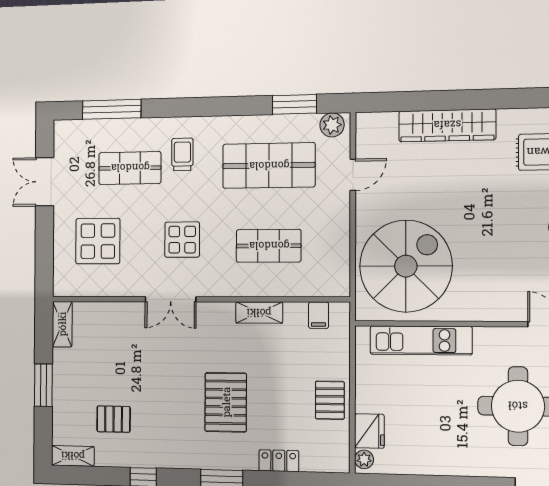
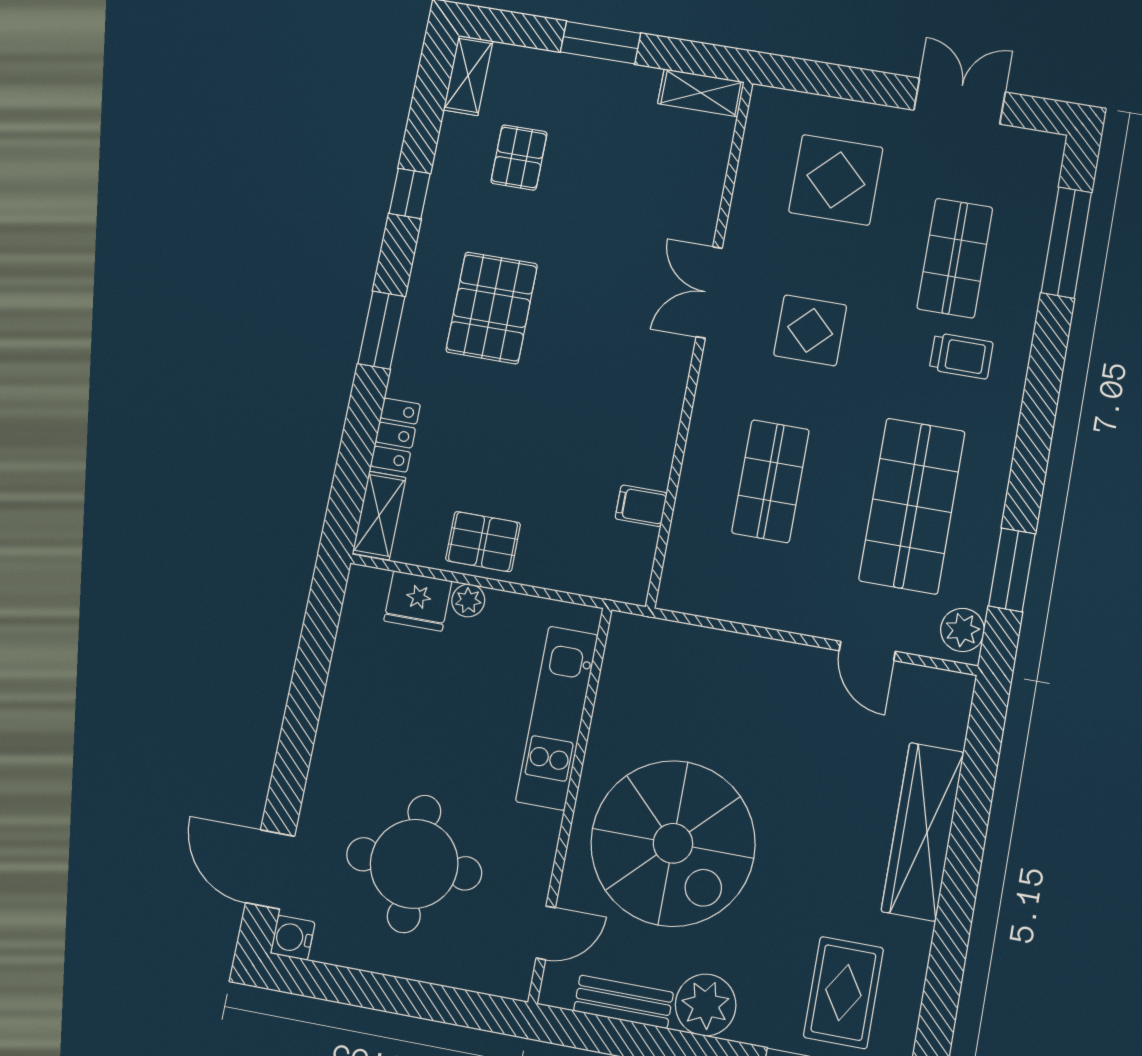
spiral stairs: (406, 266) -> (673, 843), moved
shelving: (259, 313) -> (379, 515), moved
filing cabinet: (319, 315) -> (641, 506), moved
pallet: (226, 402) -> (492, 308), moved, turned 90
plant: (364, 459) -> (468, 601), moved

